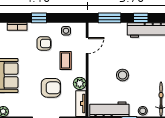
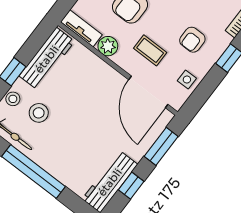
door: (87, 45) -> (148, 92), width x1.88
stool: (123, 75) -> (39, 113), moved

